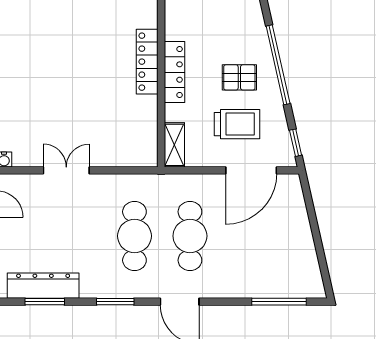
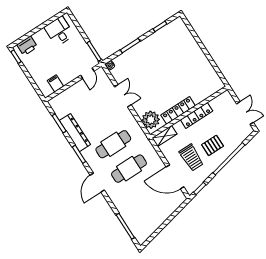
locker: (147, 62) -> (178, 110), moved
pallet: (239, 77) -> (213, 145), turned 90
plant: (134, 150) -> (151, 120), added
dresser: (43, 286) -> (75, 133), moved

